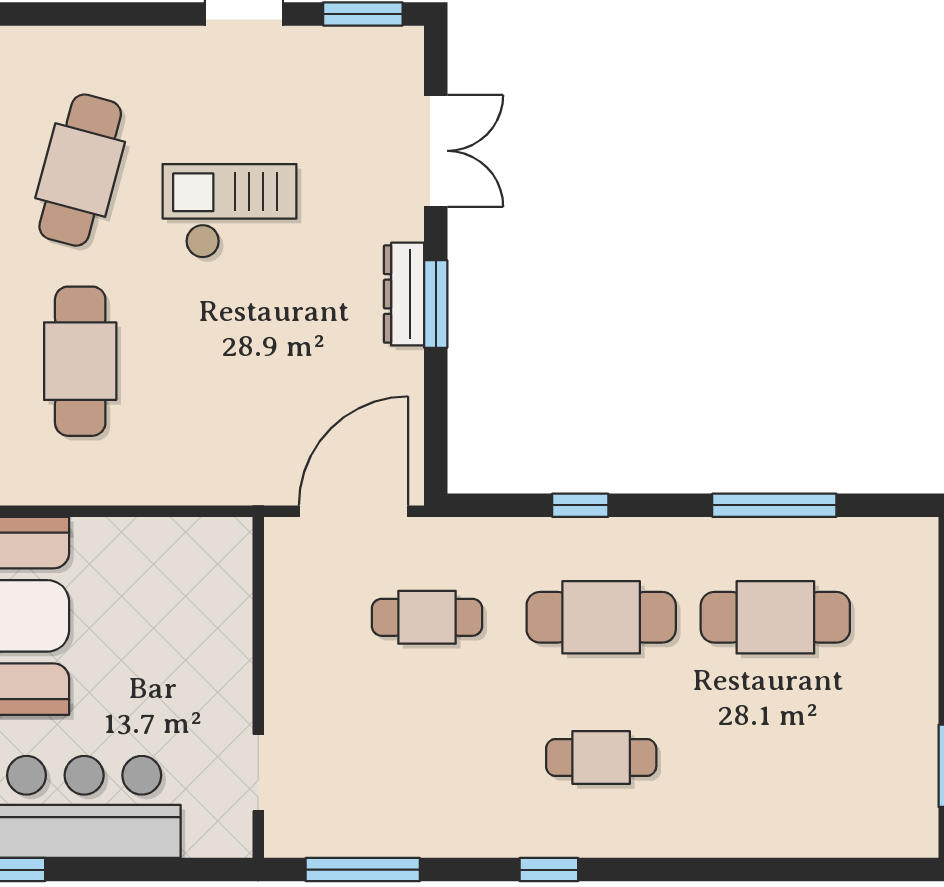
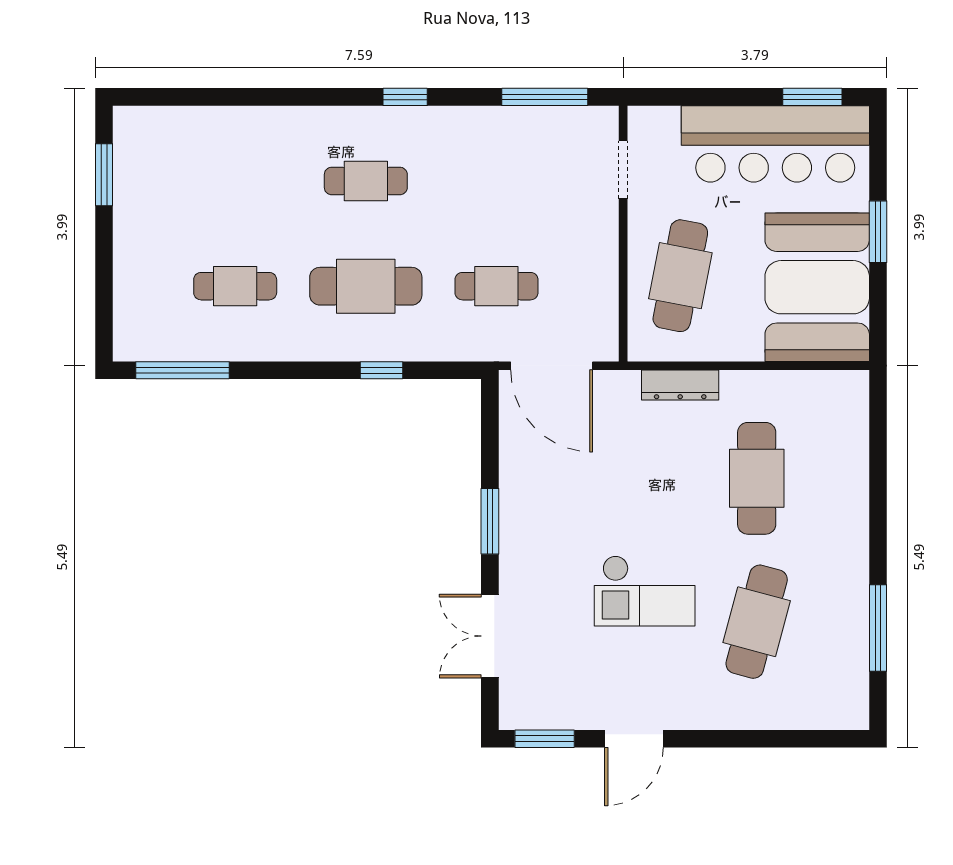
dresser: (404, 294) -> (680, 385), moved, turned 90
window: (774, 505) -> (183, 370), moved
door: (353, 511) -> (552, 366), hinge flipped
cafe table: (775, 617) -> (235, 286), width x0.73, depth x0.74
cafe table: (182, 631) -> (680, 276), added

